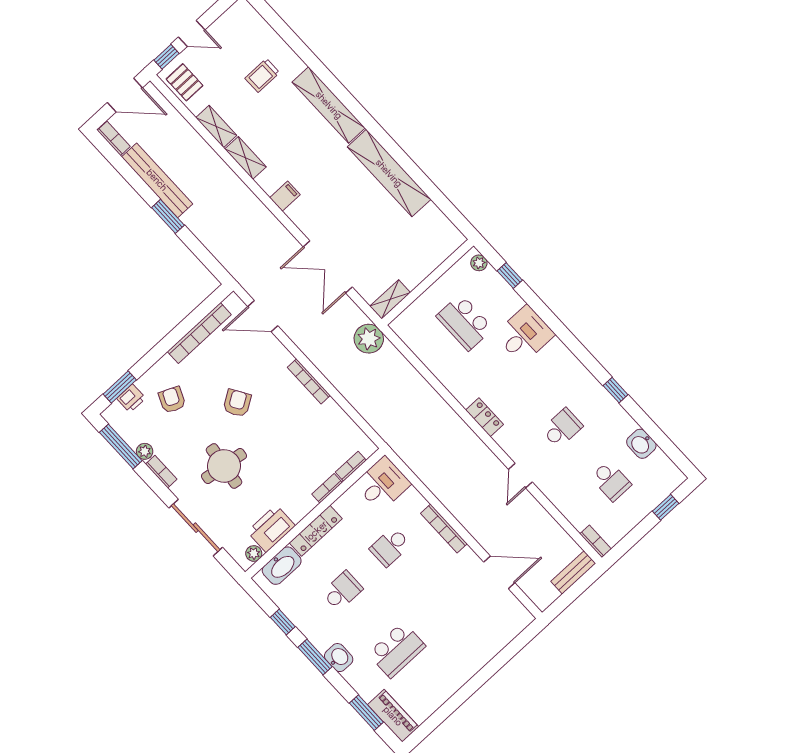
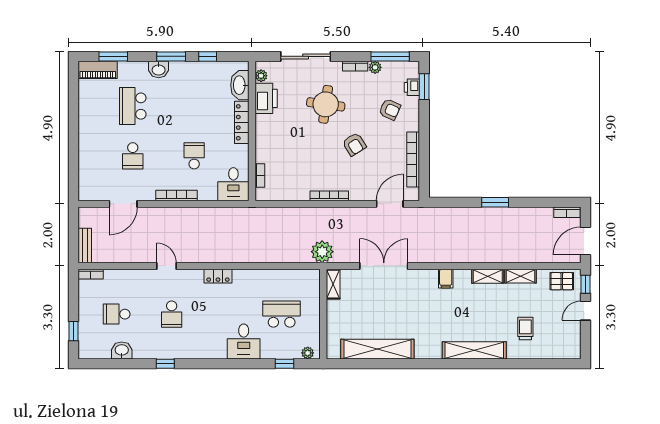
shelving: (389, 173) -> (377, 349), moved
bench: (157, 180) -> (521, 215), removed
bookcase: (327, 488) -> (260, 151), removed
school desk: (342, 591) -> (133, 156), moved

